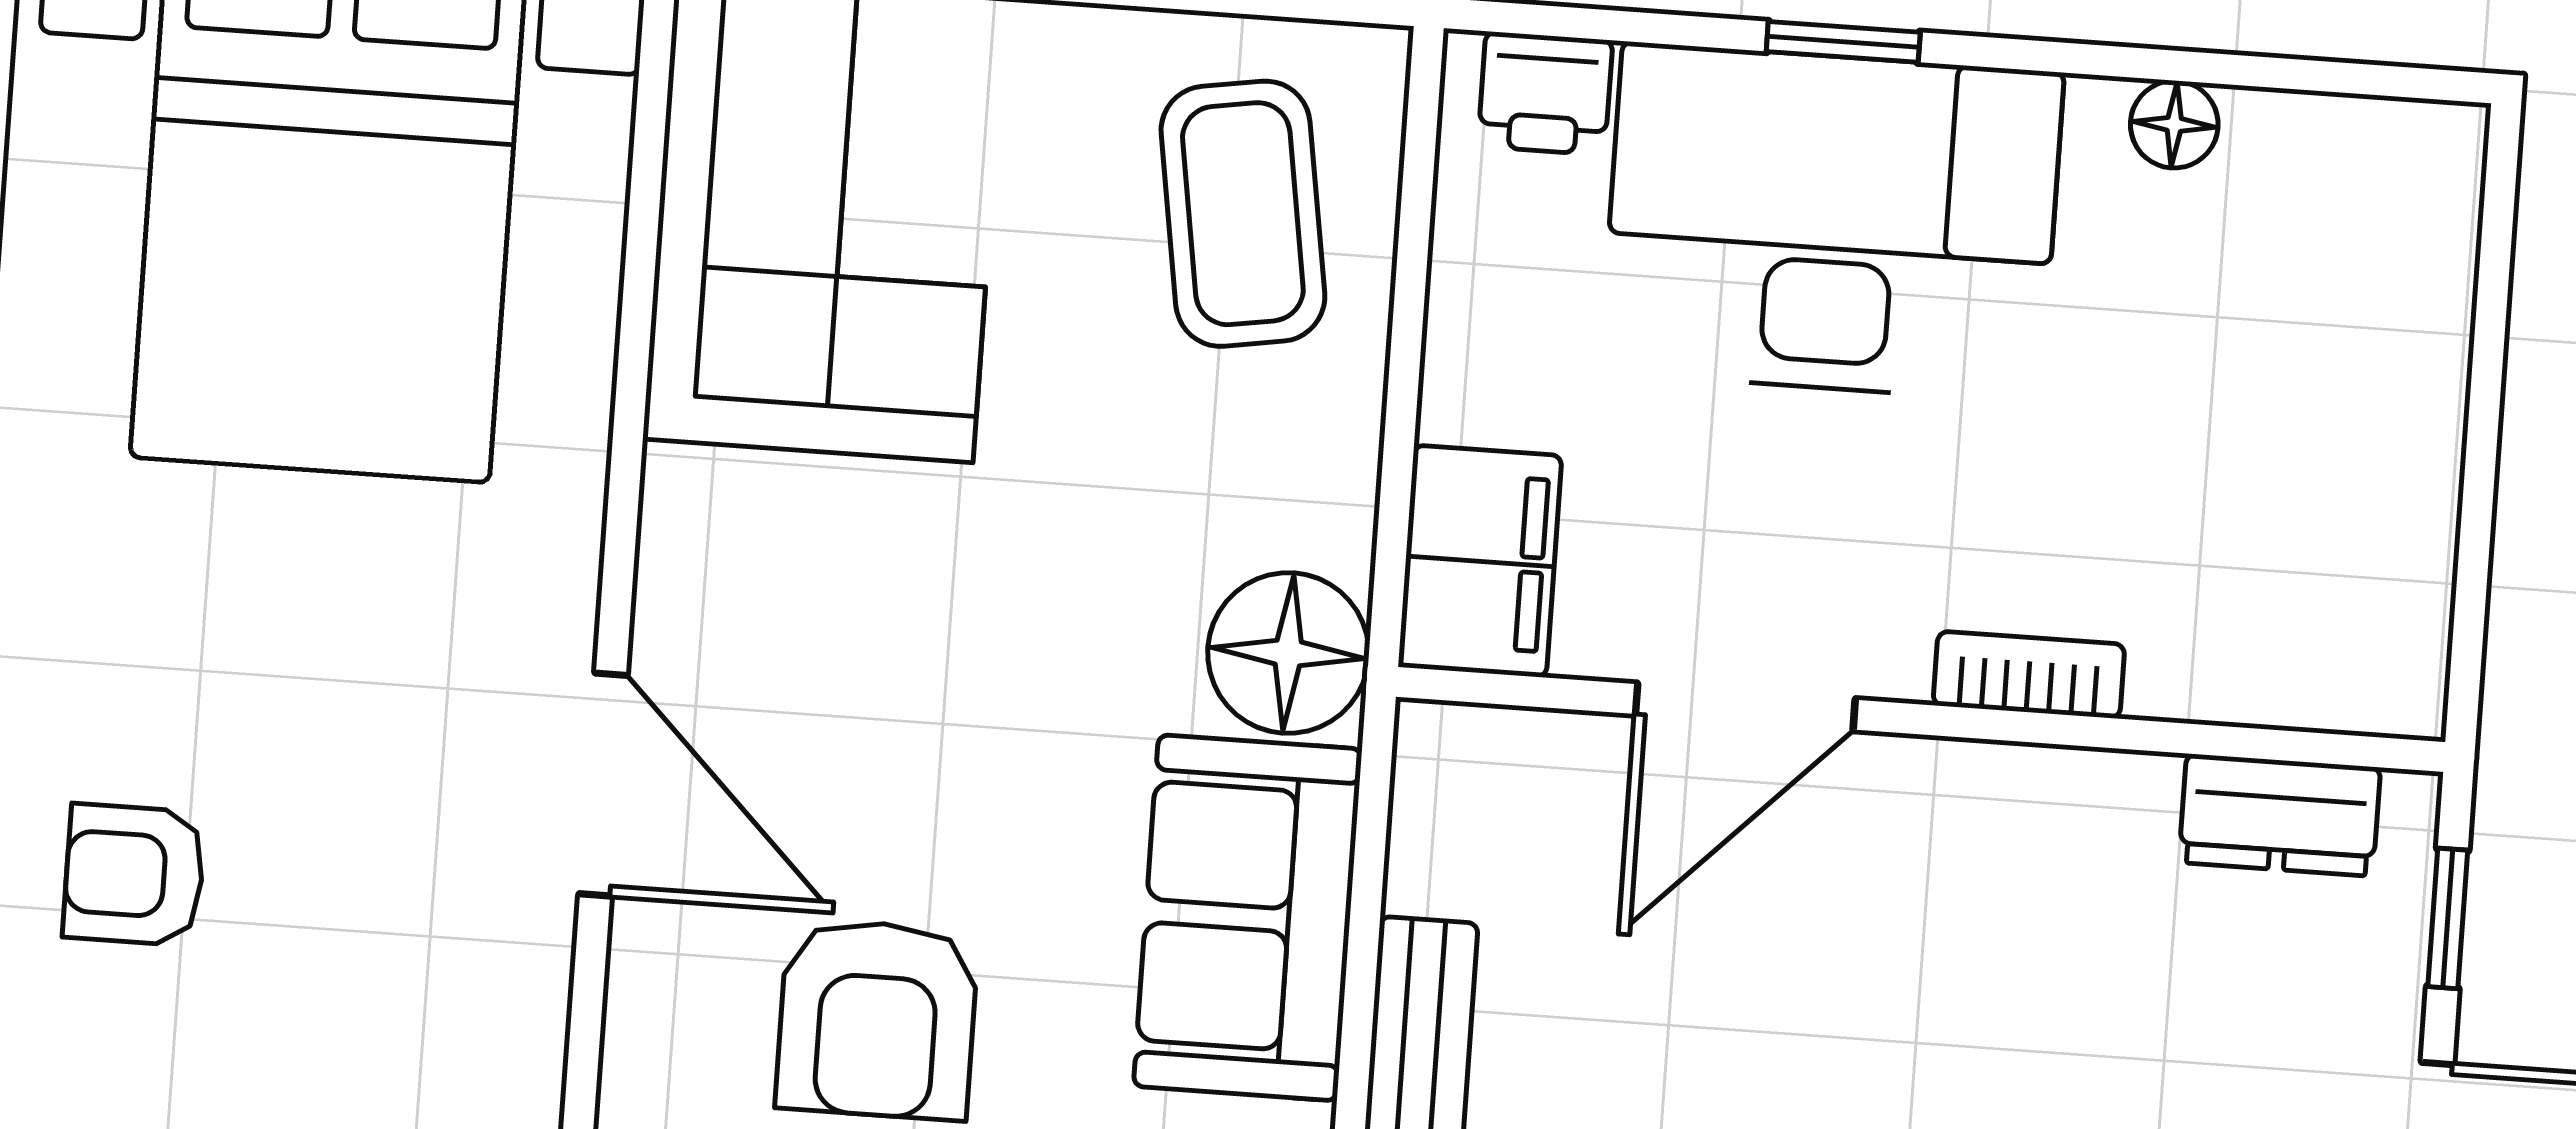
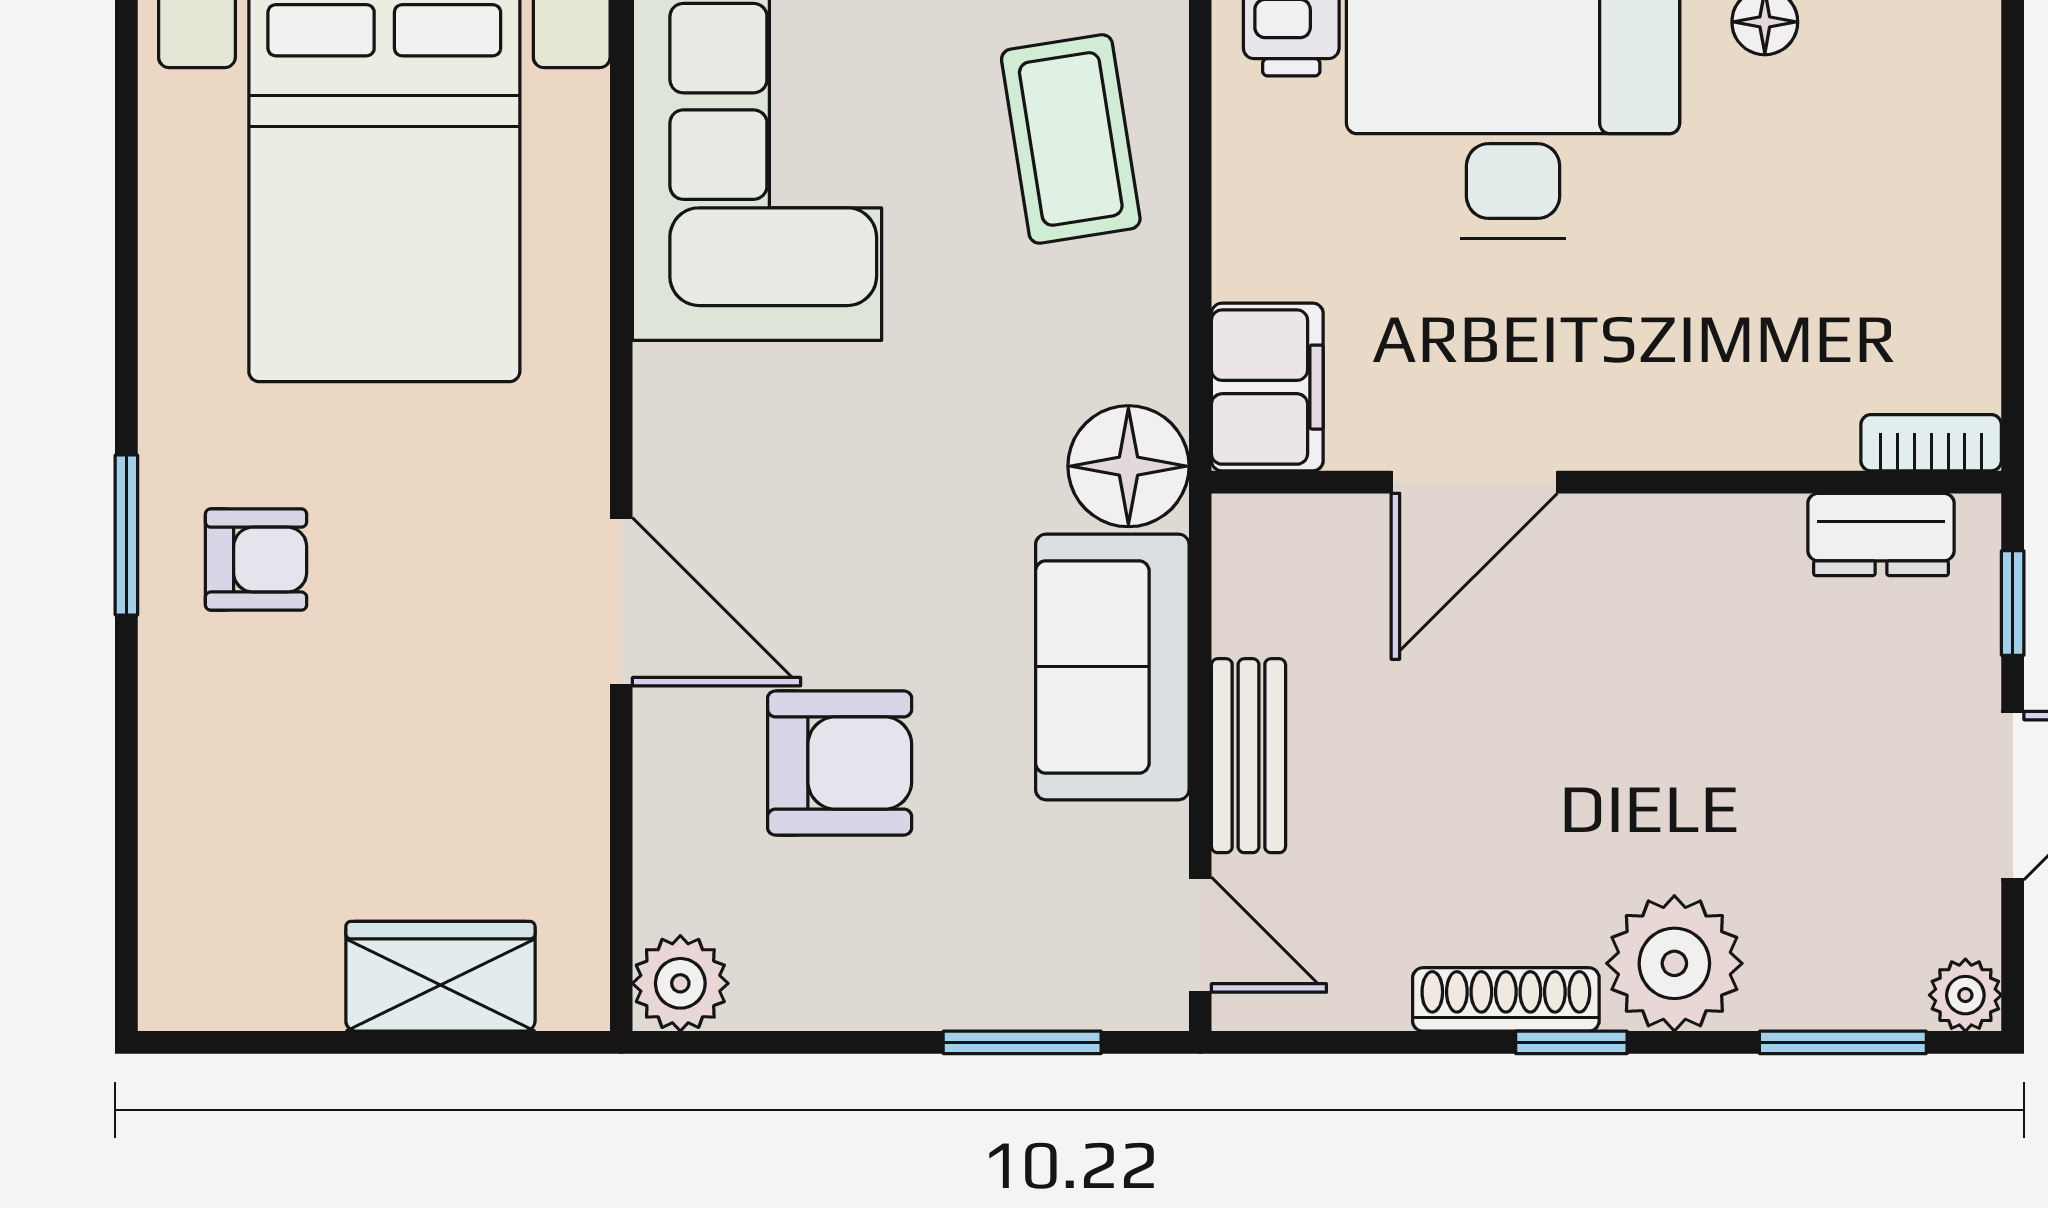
bookcase: (2029, 675) -> (1931, 443), moved
armchair: (134, 875) -> (256, 560), moved, turned 180
armchair: (877, 1019) -> (840, 763), turned -90

